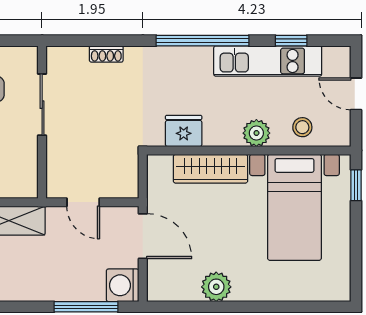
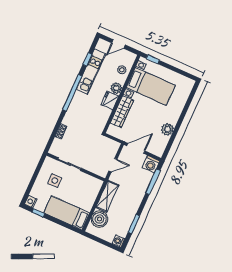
fridge: (184, 131) -> (110, 100), moved

